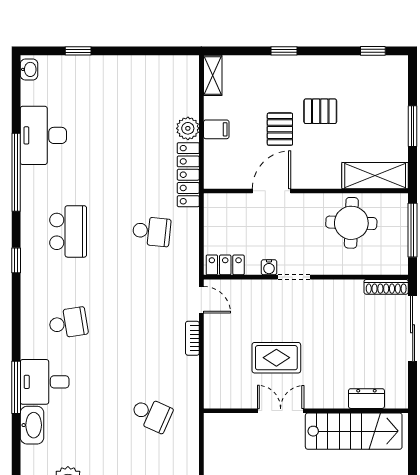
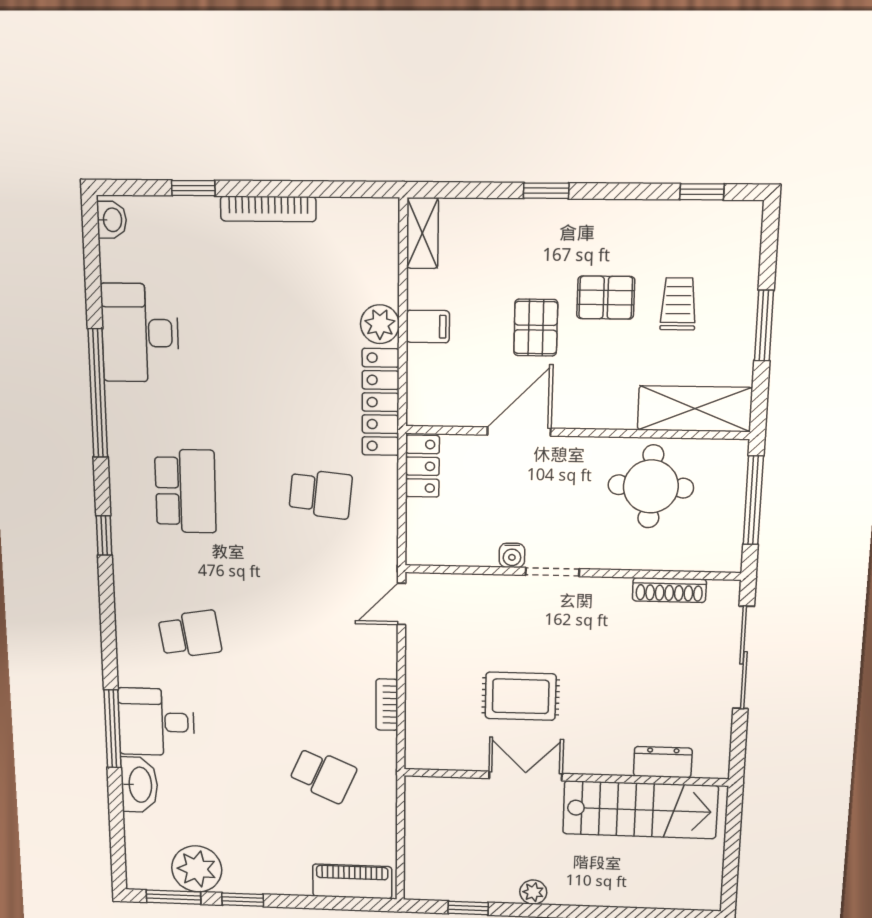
bookcase: (122, 62) -> (268, 209), added
trolley: (362, 114) -> (678, 304), added
locker: (225, 265) -> (422, 466), moved, turned 90
shoe rack: (386, 287) -> (669, 590), moved
door: (201, 300) -> (401, 604), swing flipped
bookcase: (192, 338) -> (387, 705), moved

